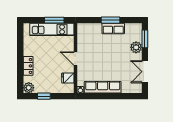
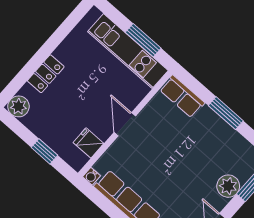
row of seats: (113, 28) -> (182, 96), moved
window: (44, 96) -> (44, 151), moved

